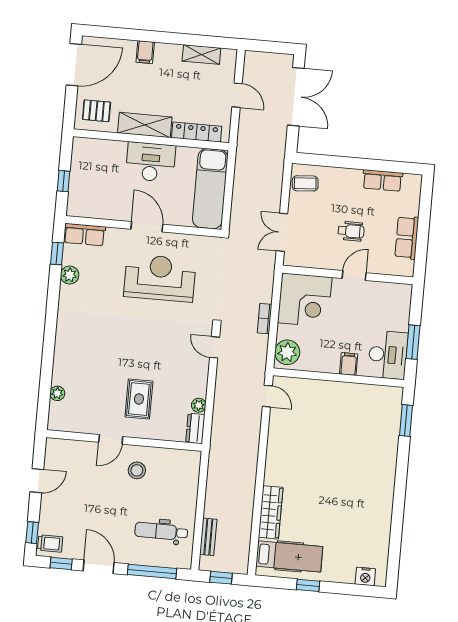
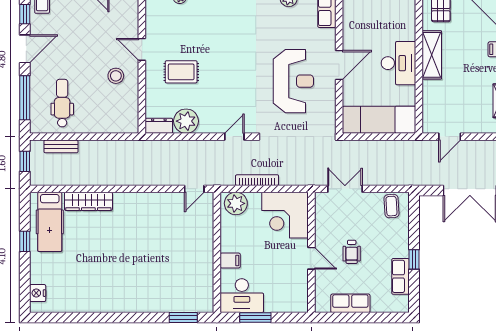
door: (237, 95) -> (450, 137), moved
locker: (197, 132) -> (430, 103), removed
window: (365, 164) -> (414, 259), added
bookcase: (265, 319) -> (257, 180), width x1.56
plant: (199, 405) -> (186, 121), width x1.88, depth x1.88

